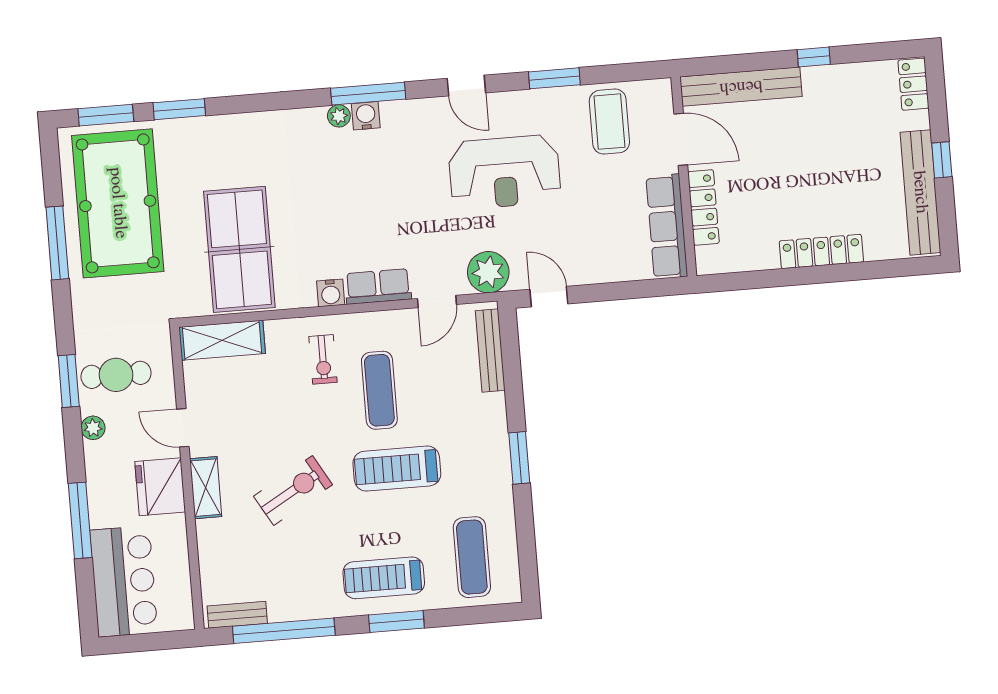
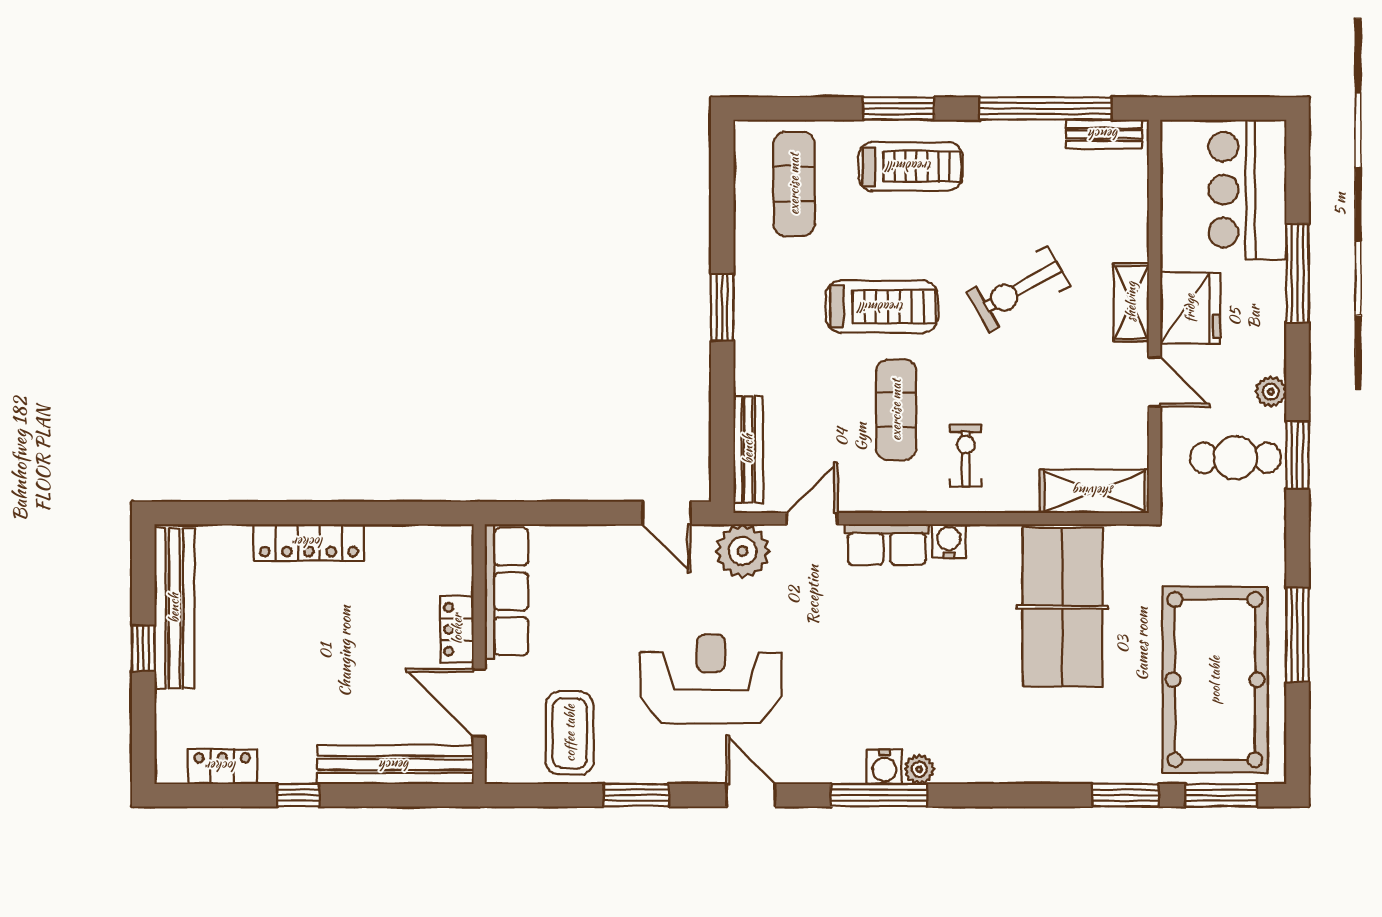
locker: (913, 84) -> (222, 766), moved, turned -90
locker: (703, 207) -> (457, 629), width x0.66

